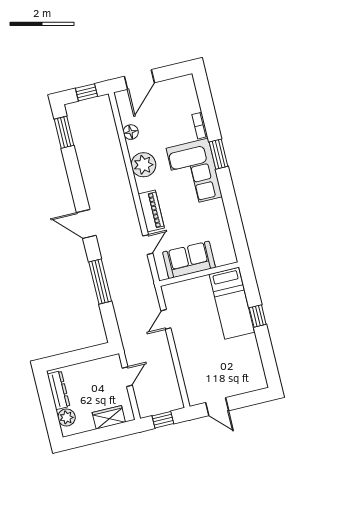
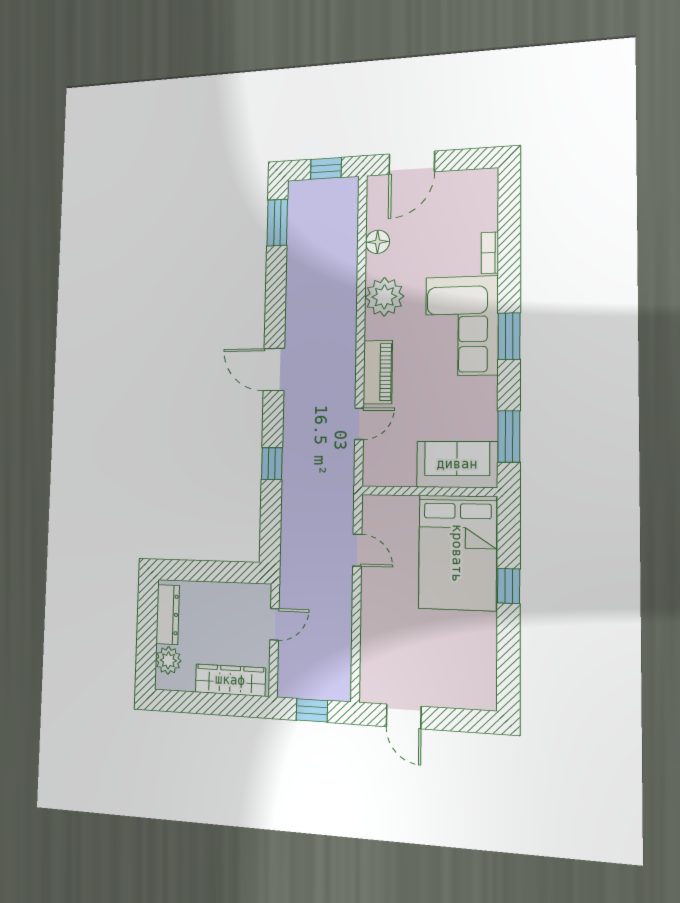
window: (219, 154) -> (509, 336), moved
window: (237, 231) -> (509, 437), added
sofa: (189, 260) -> (457, 464), moved
window: (100, 282) -> (272, 464), width x0.46
bed: (232, 303) -> (457, 553), width x1.50
door: (166, 319) -> (357, 550), swing flipped
wardrobe: (109, 417) -> (230, 680), width x1.50

